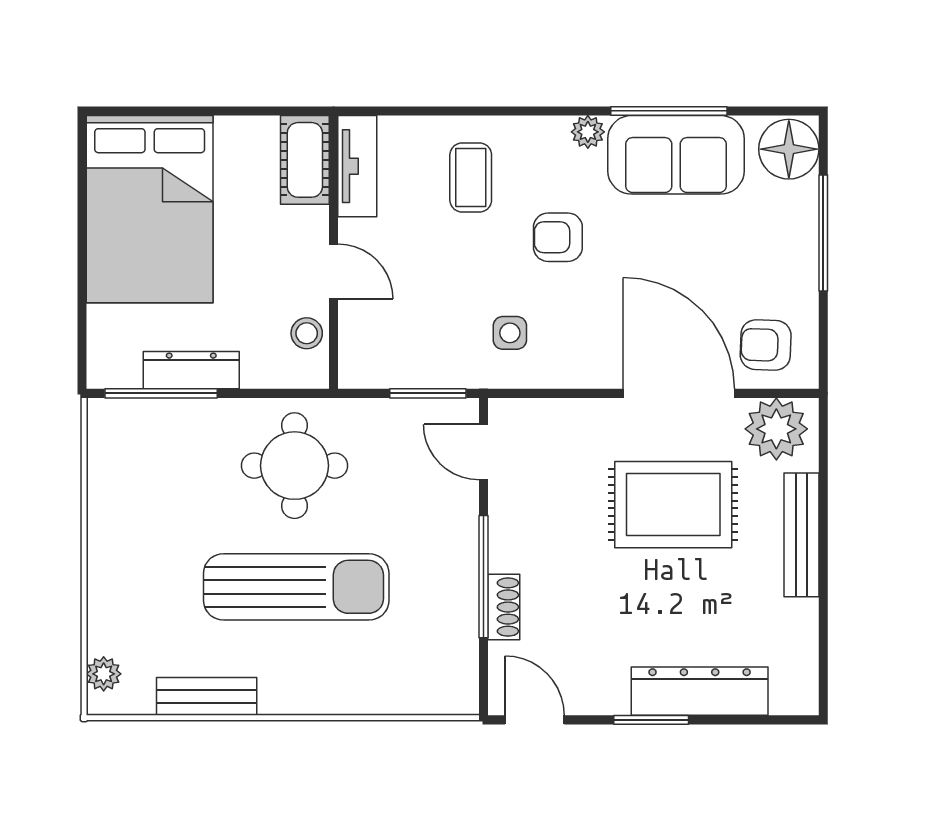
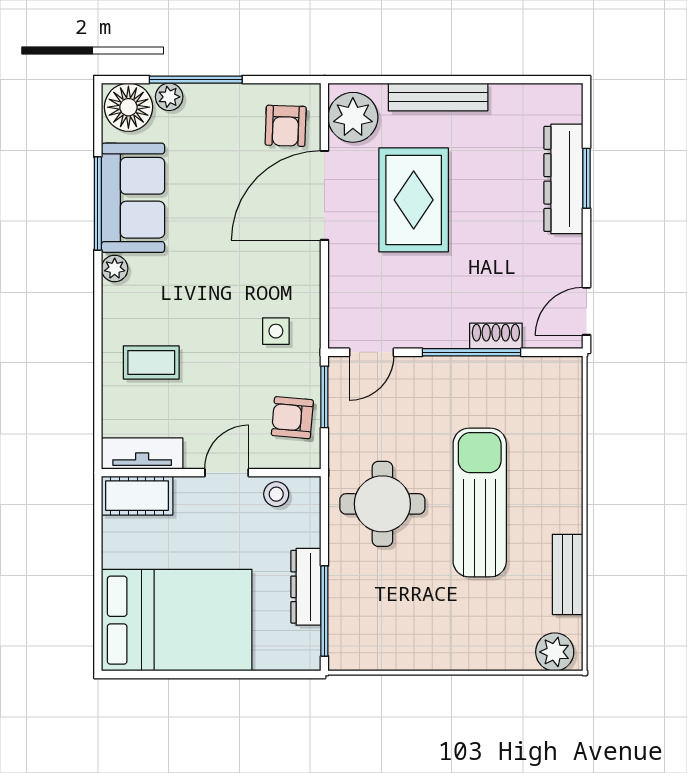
plant: (802, 200) -> (169, 97), added
armchair: (558, 237) -> (292, 418), moved, turned 95
plant: (104, 674) -> (555, 652), width x1.38, depth x1.38
window: (651, 720) -> (586, 178), moved

